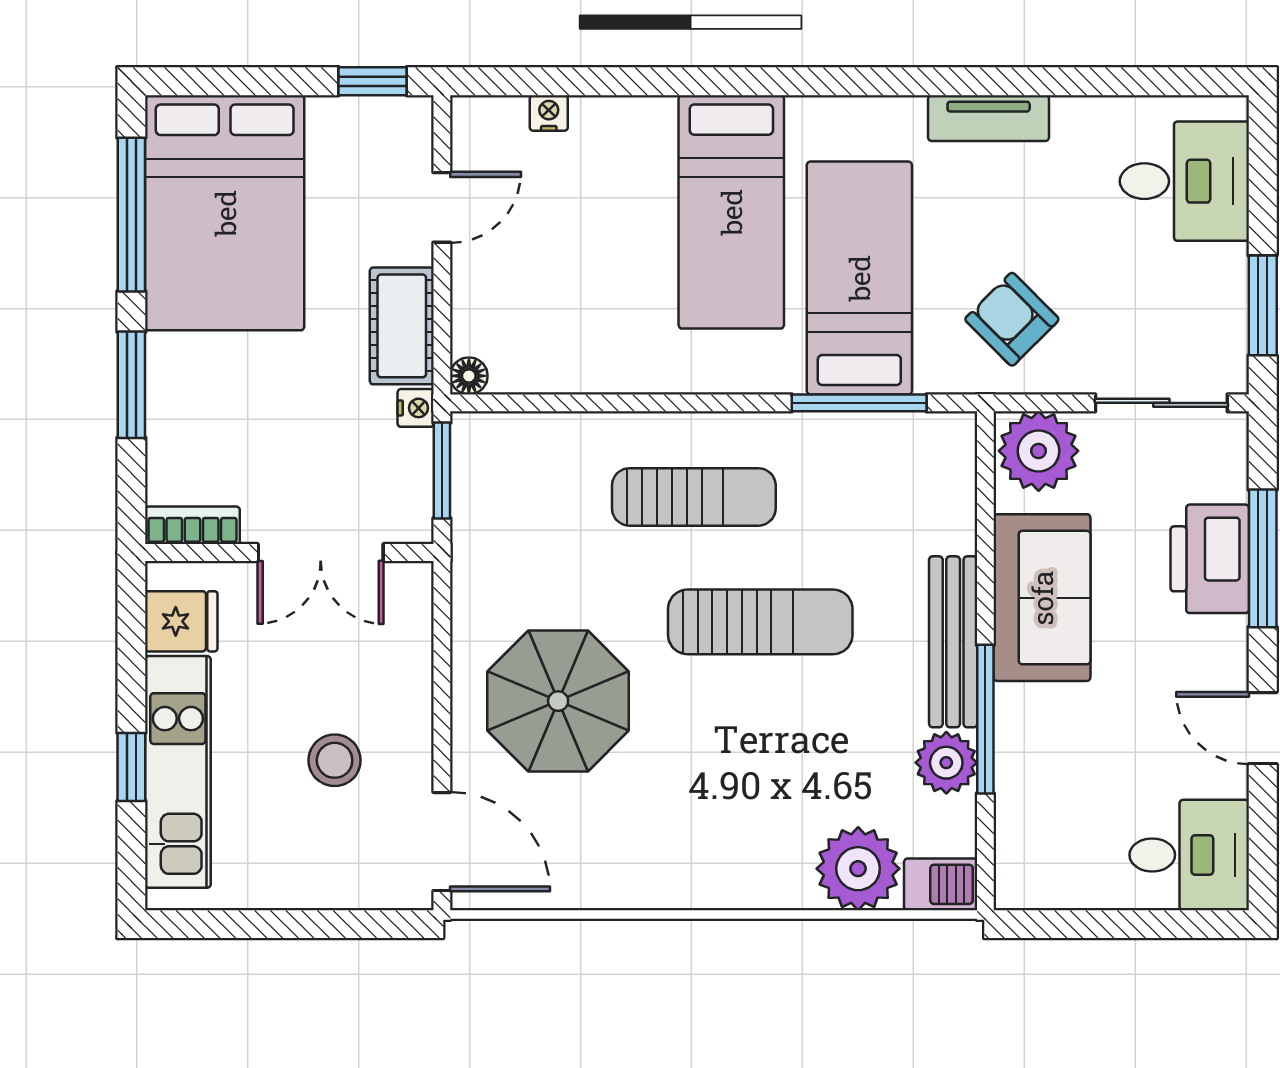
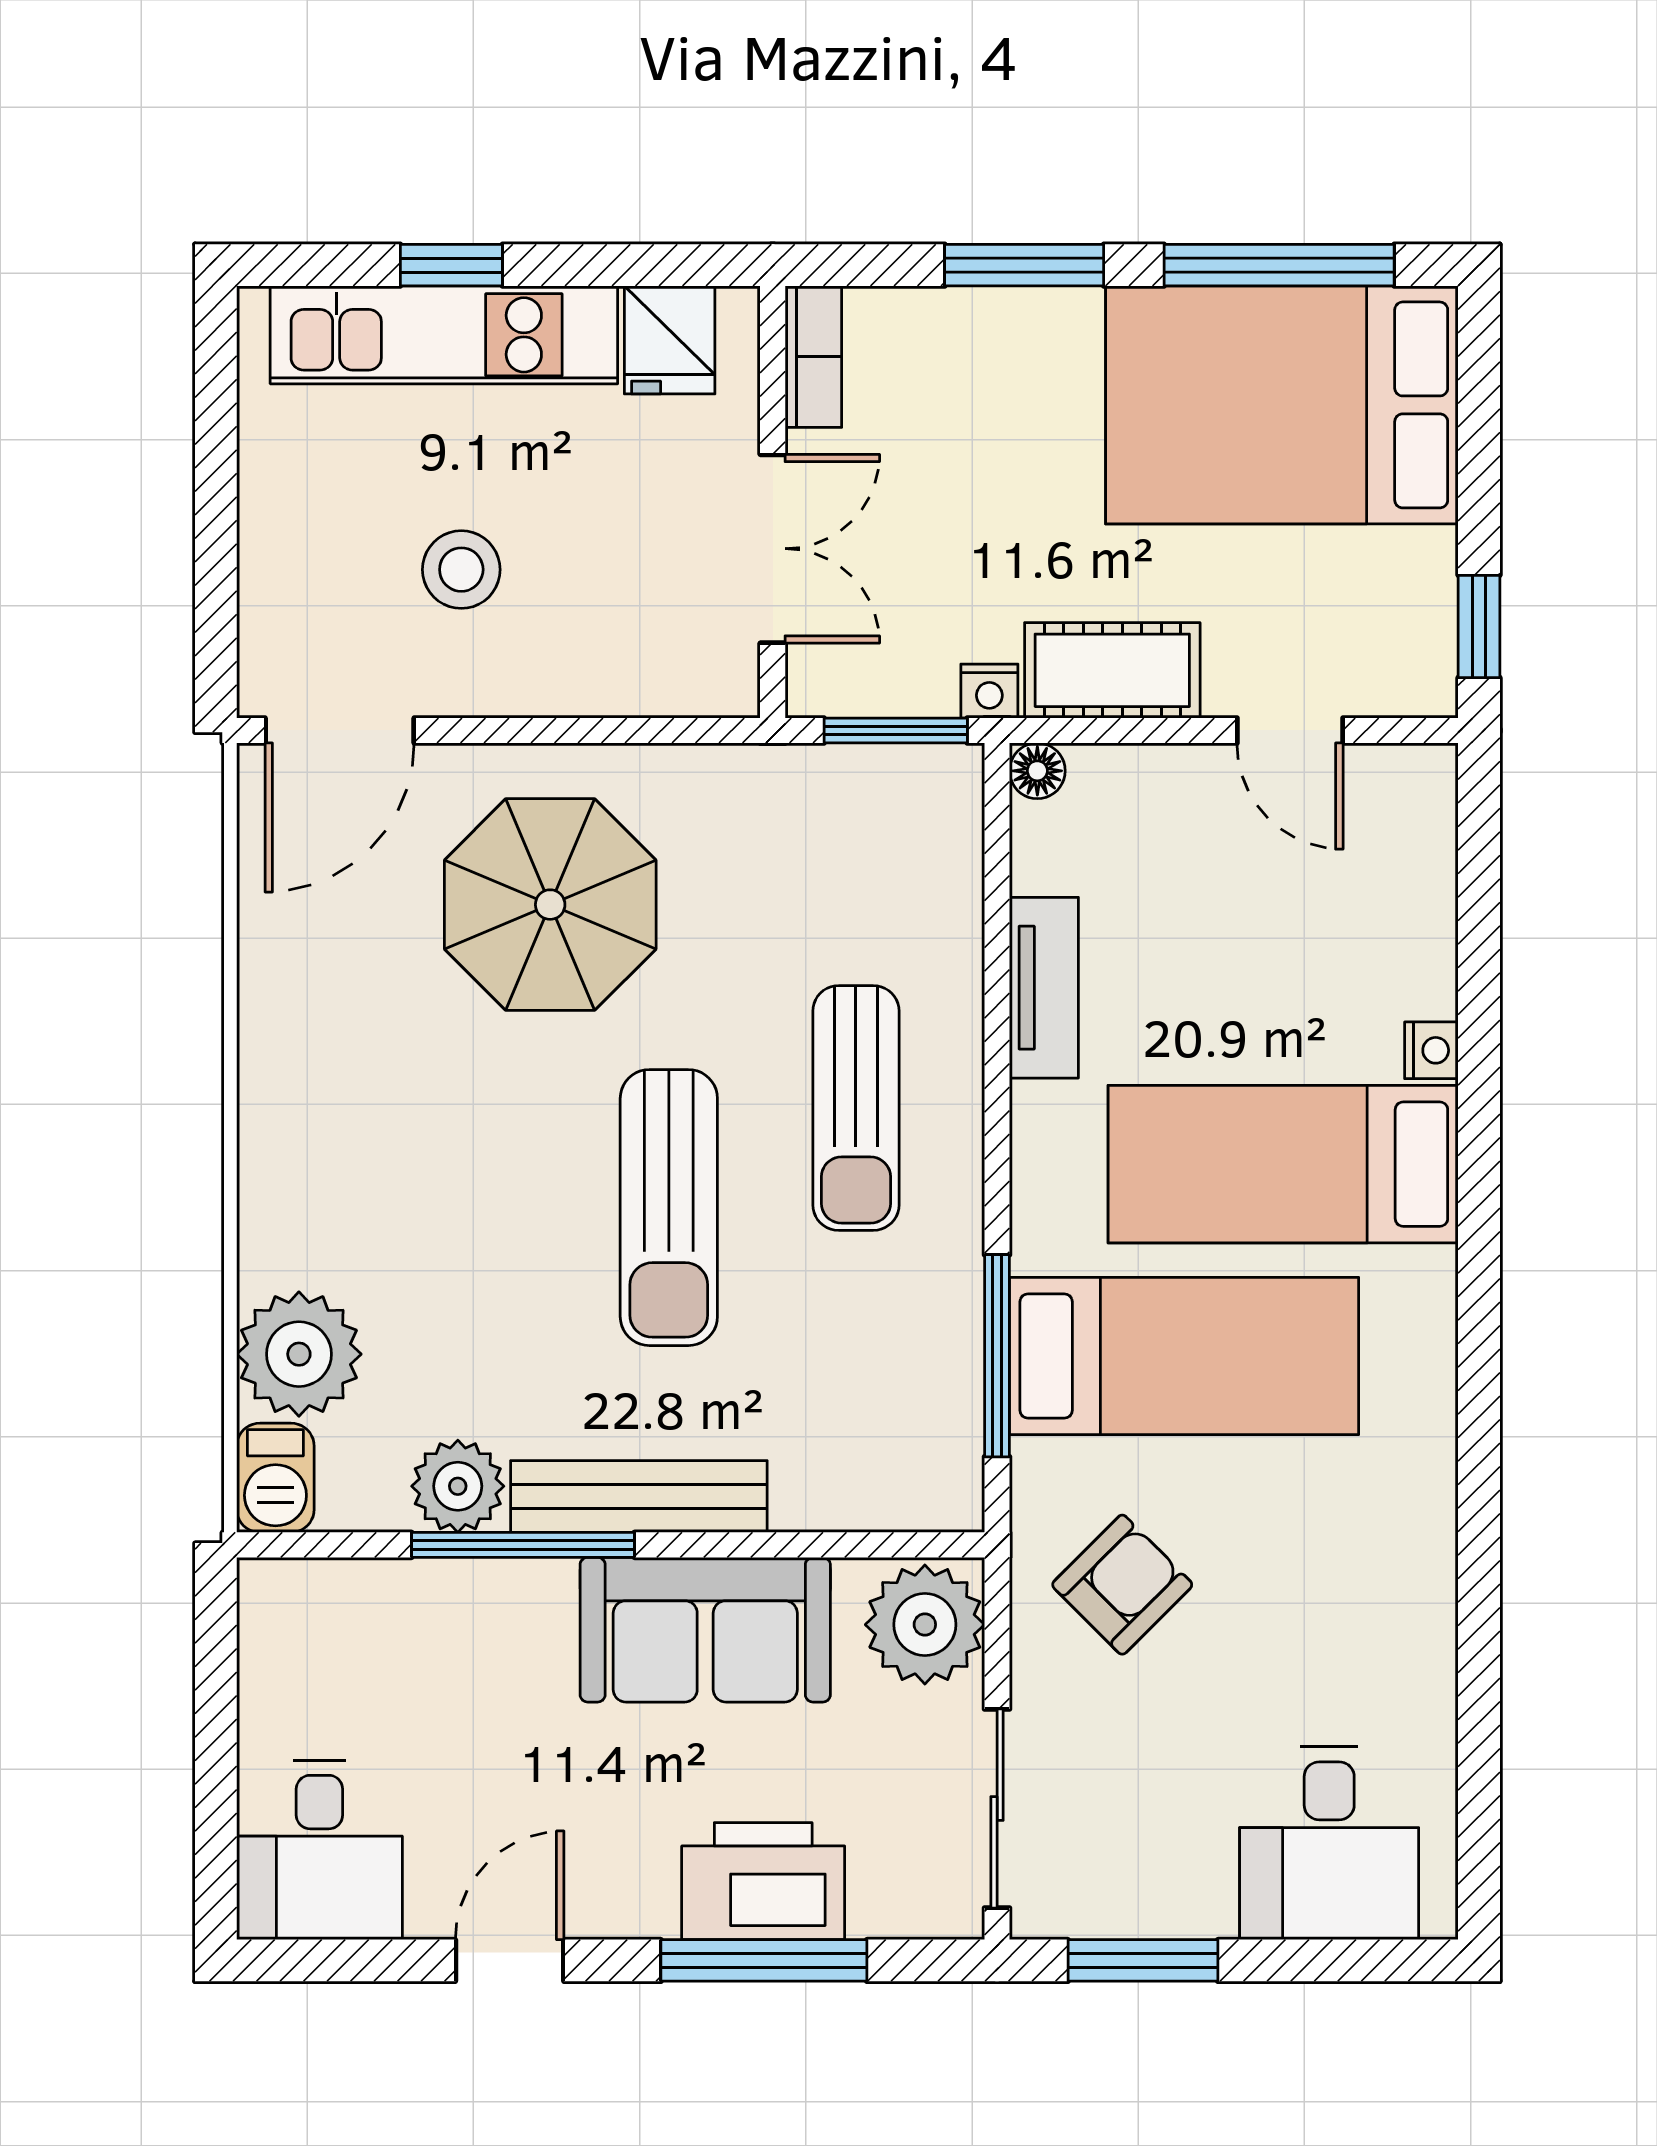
nightstand: (549, 113) -> (1431, 1050), moved
tv unit: (989, 118) -> (1044, 988), moved, turned 180
double door: (321, 553) -> (773, 549), swing flipped

